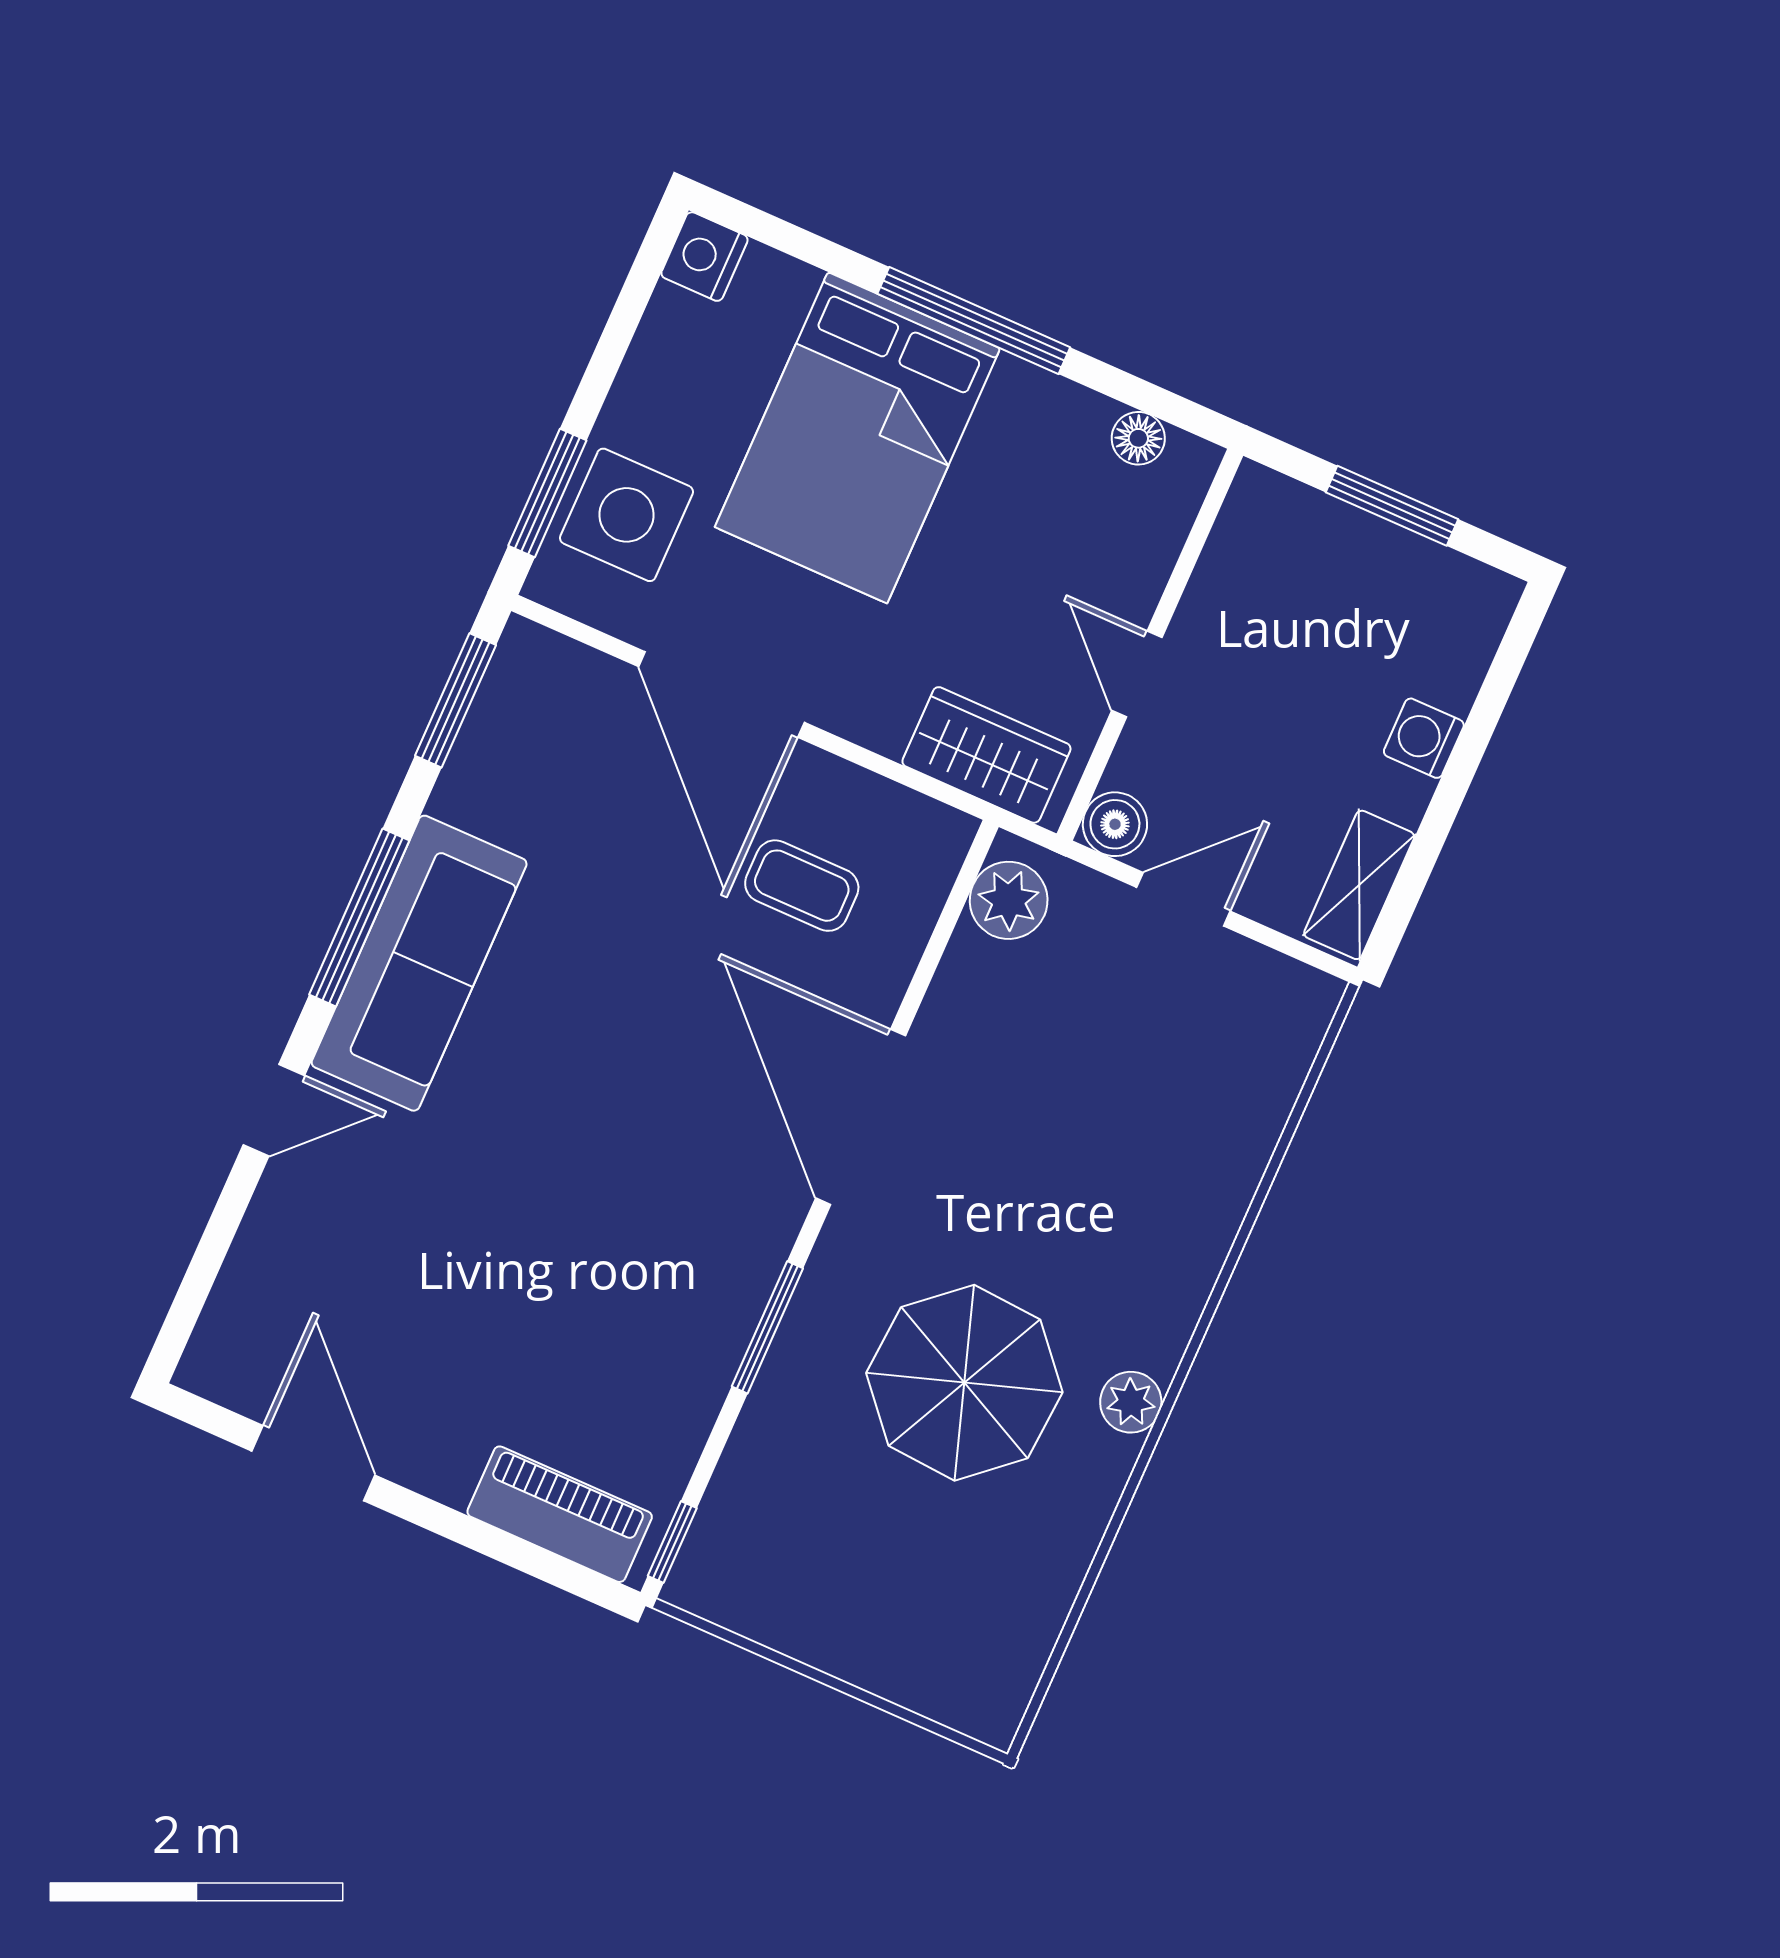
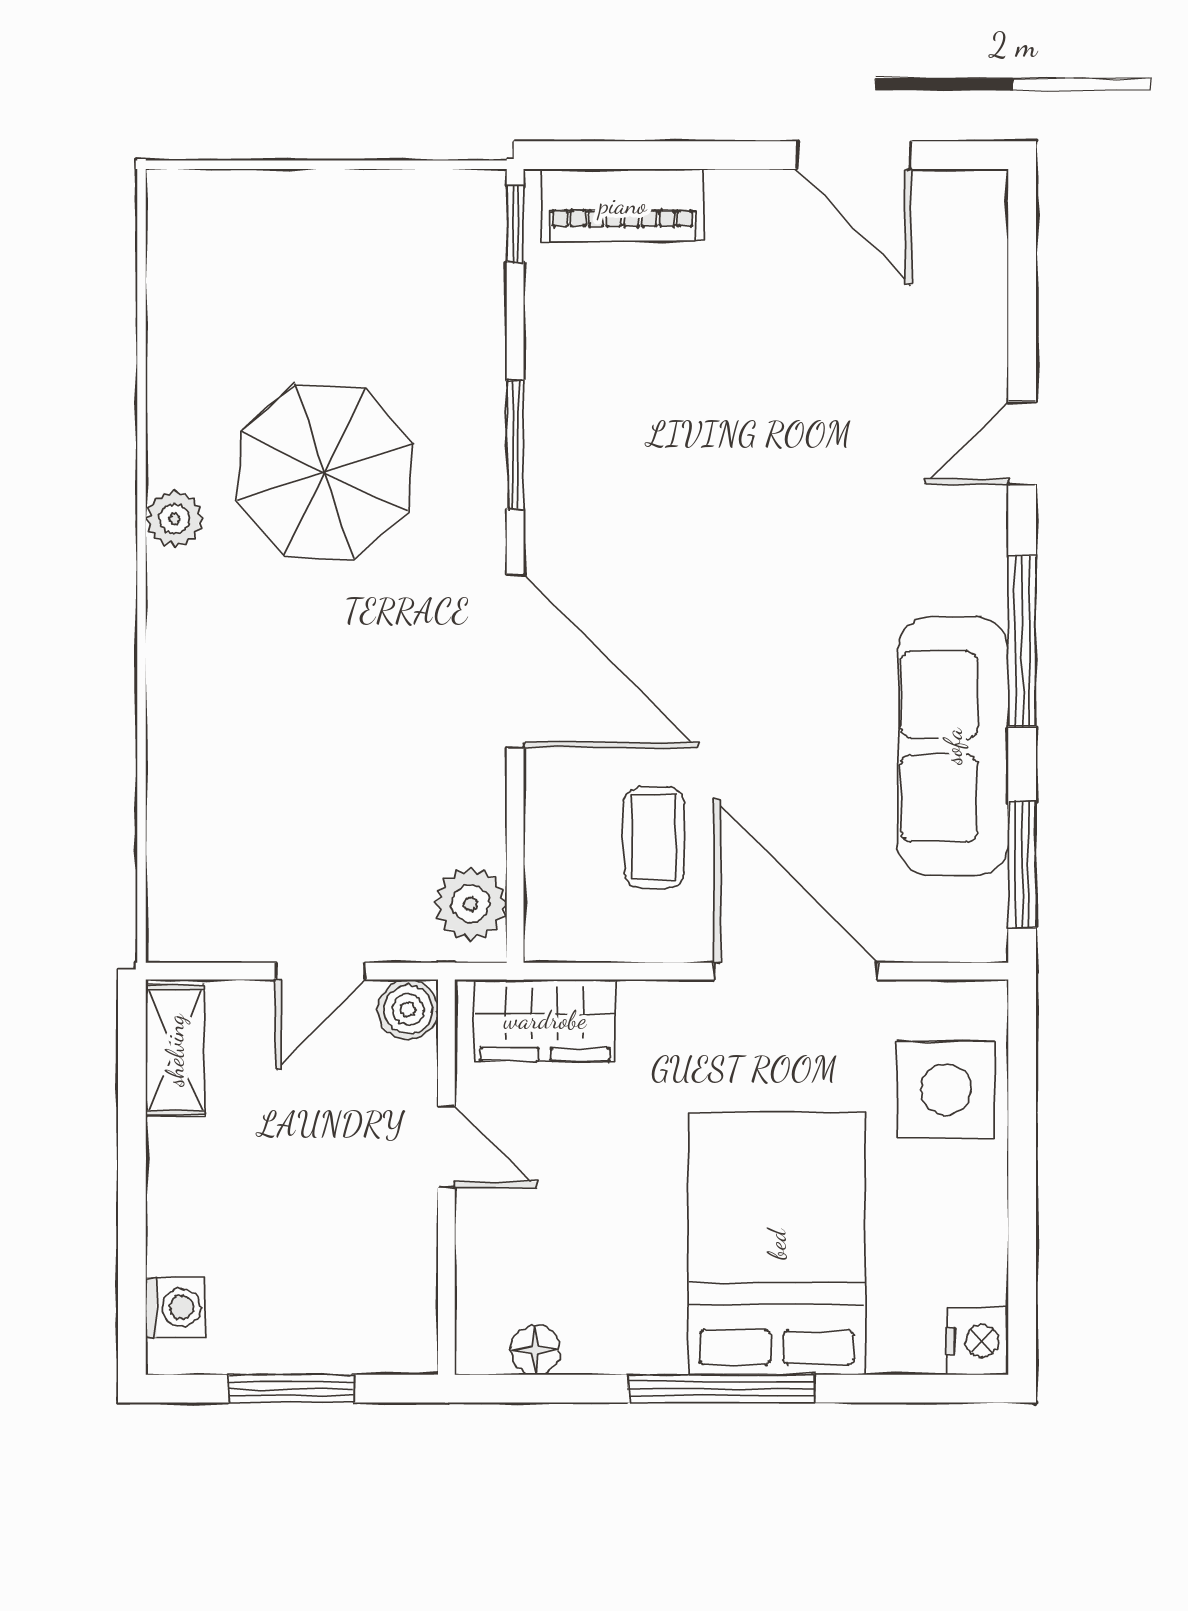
window: (547, 493) -> (1022, 1078), removed
washing machine: (1424, 738) -> (175, 1308), moved
coffee table: (802, 886) -> (654, 837), turned 90
sofa: (419, 963) -> (953, 746), moved

